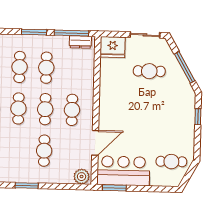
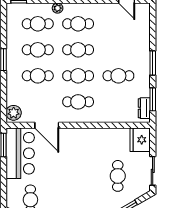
window: (71, 33) -> (153, 99), width x0.69
cafe table: (20, 67) -> (38, 50), moved

